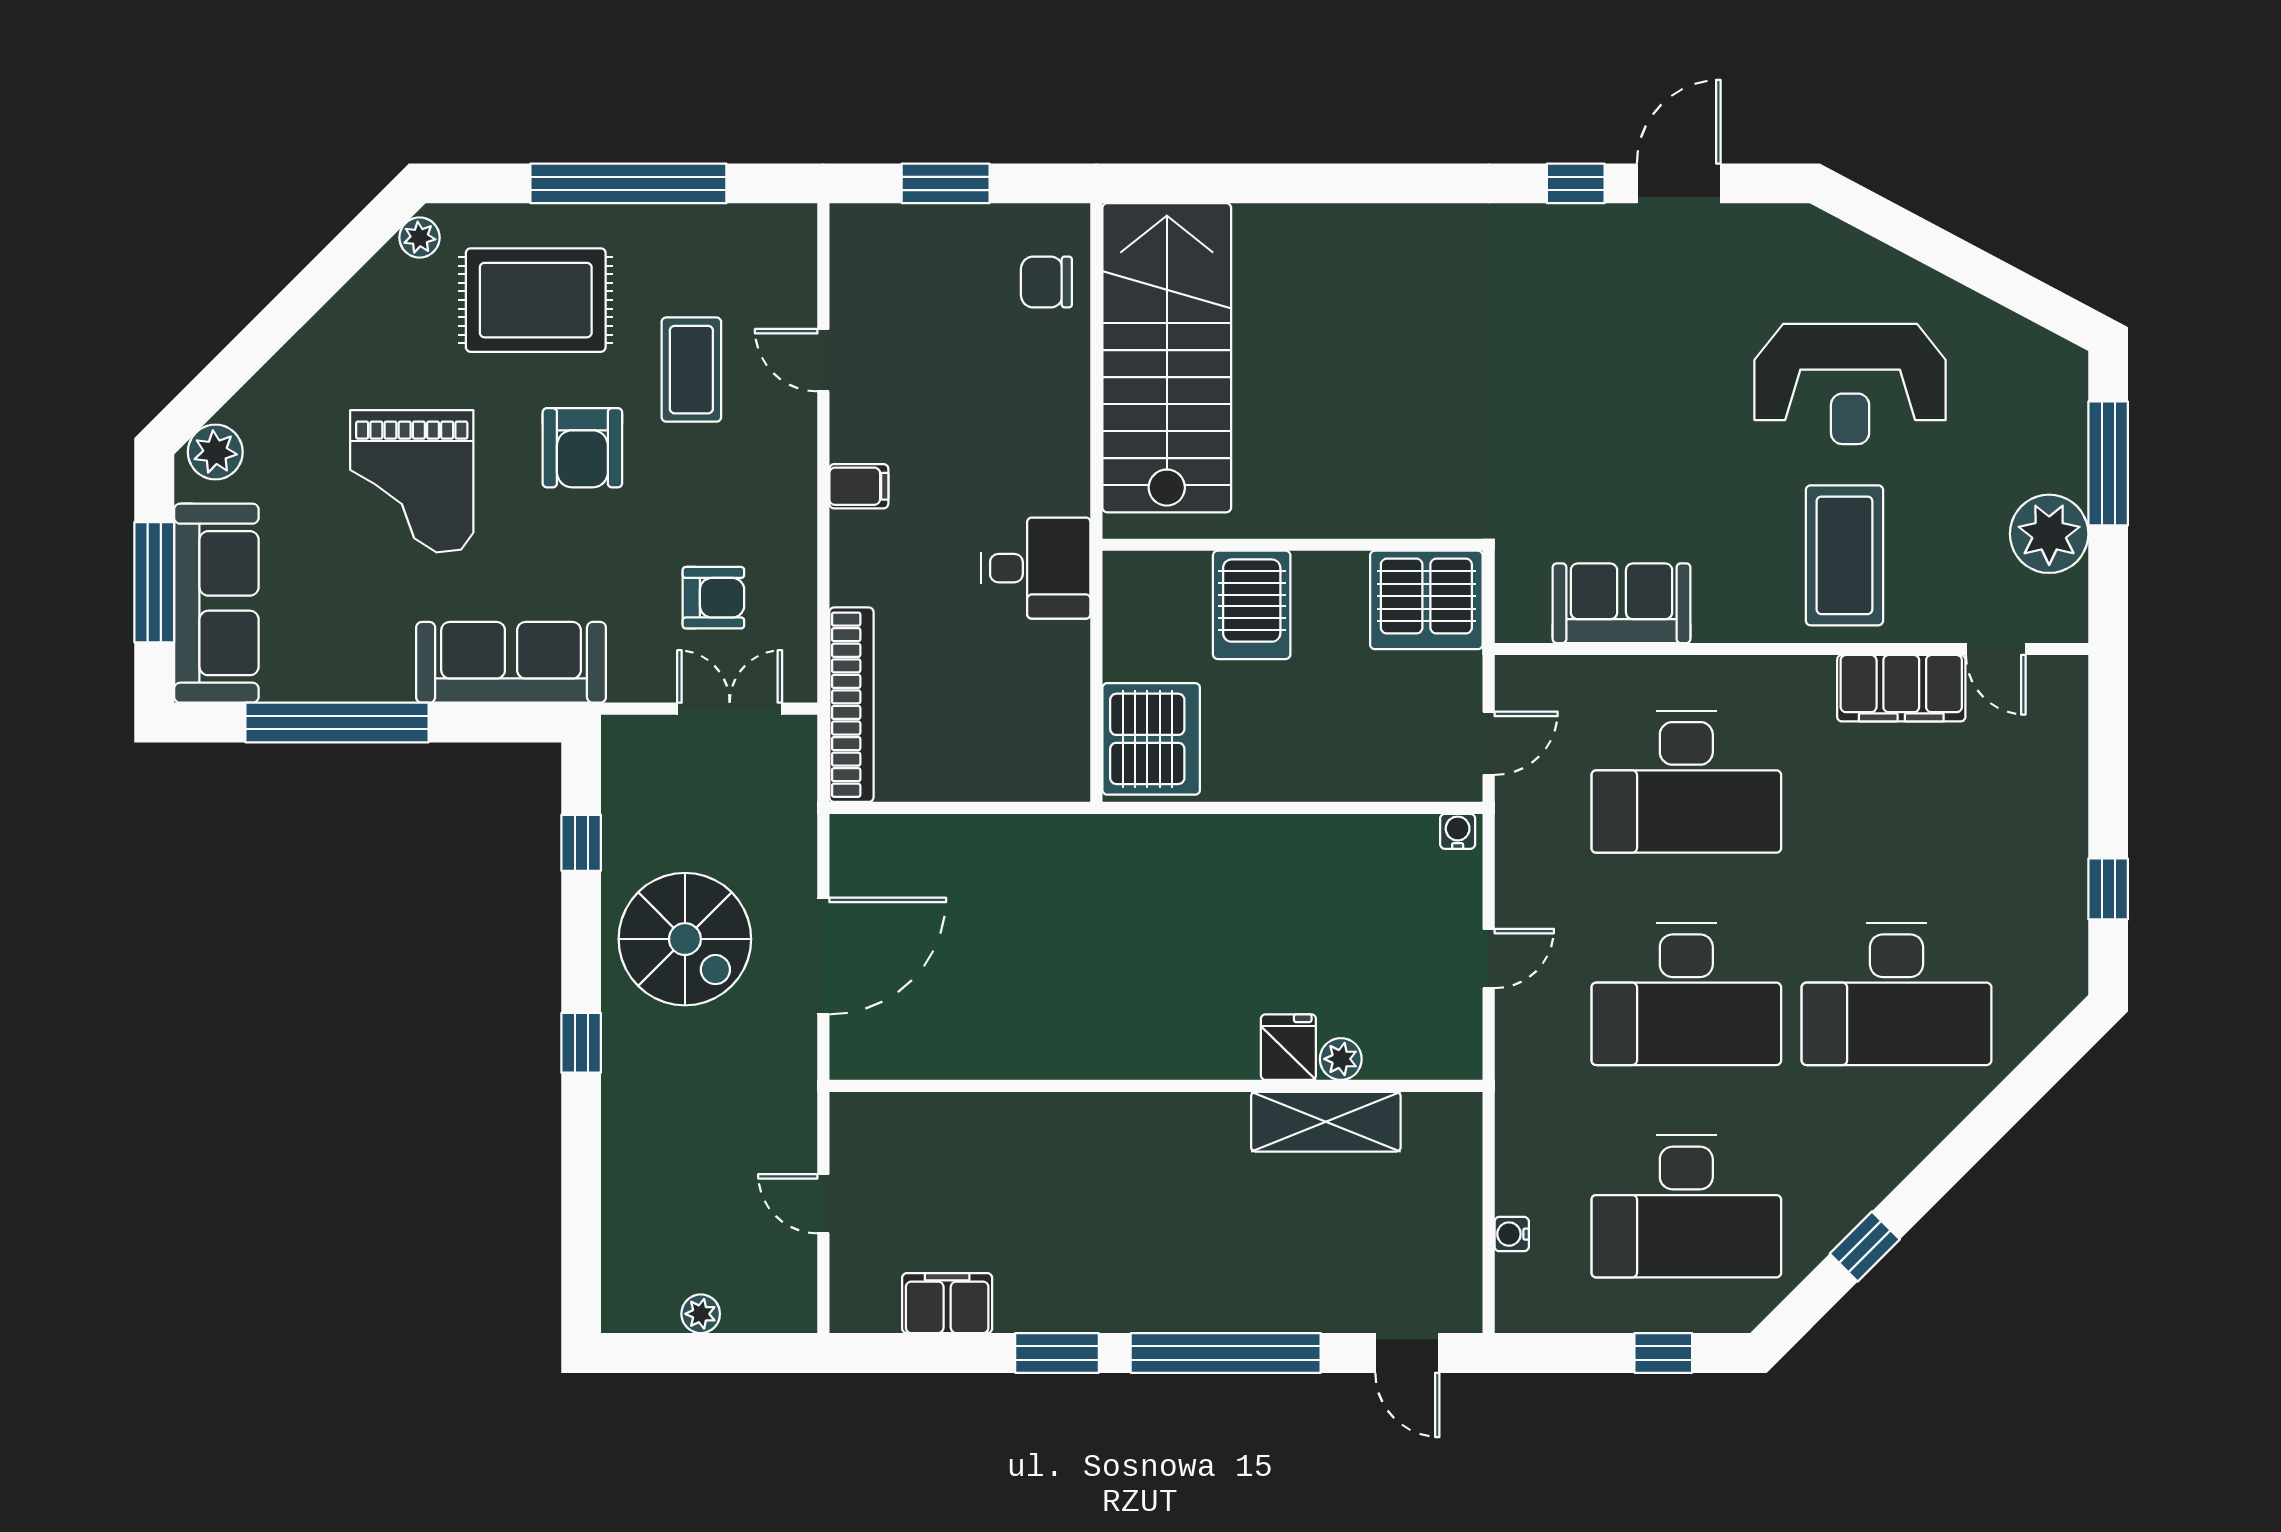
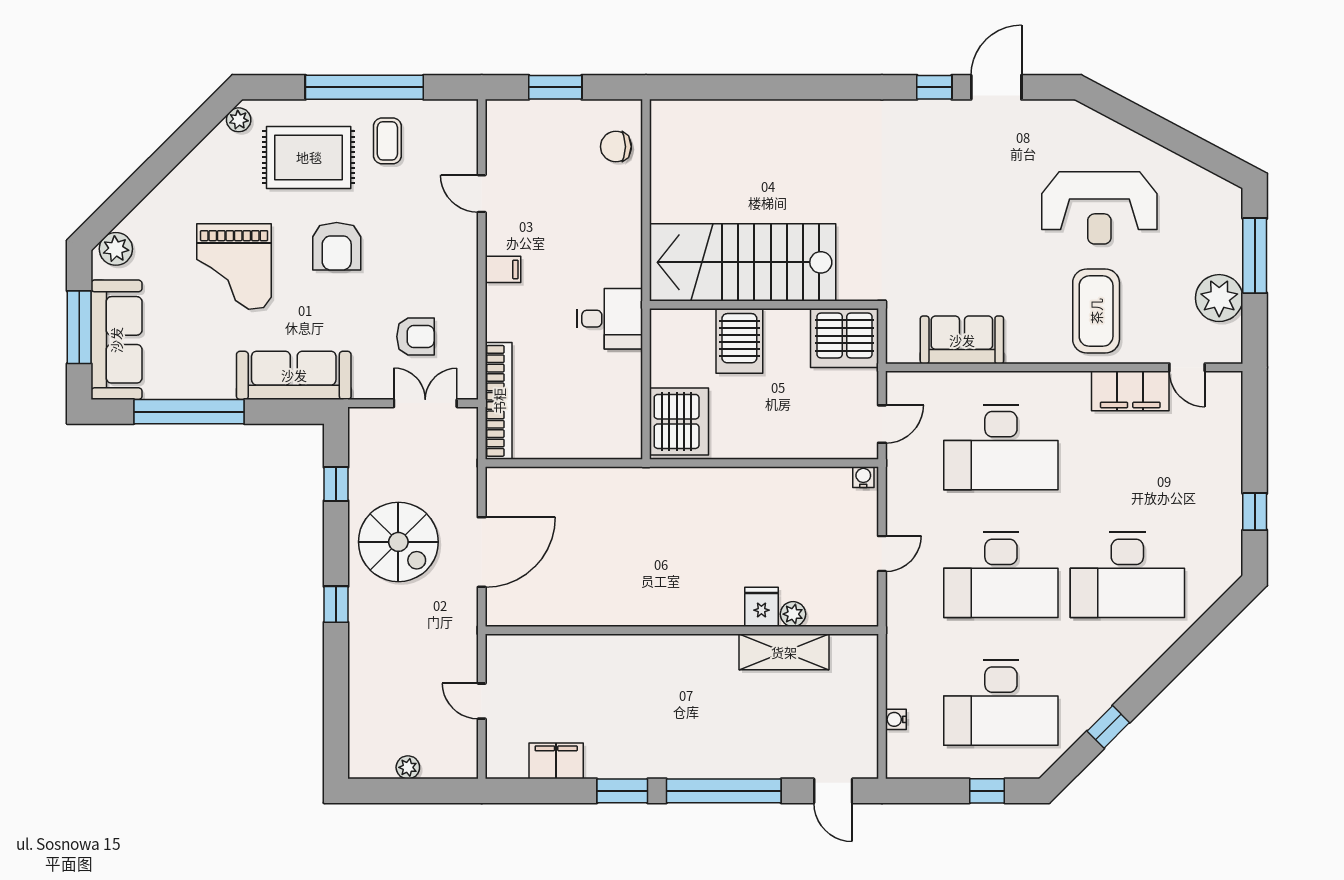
stairs: (1167, 358) -> (743, 262), moved, turned -90
coffee table: (691, 370) -> (387, 141), moved, width x0.73, depth x0.77

